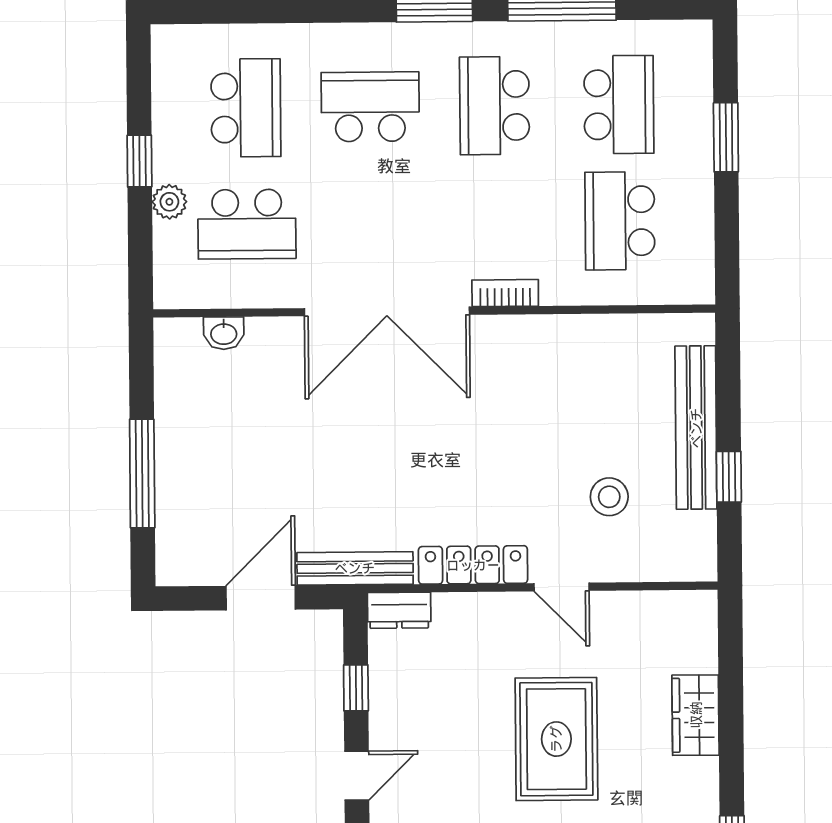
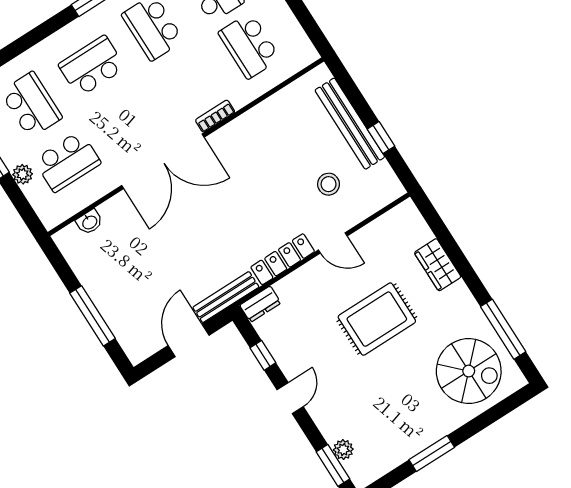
rug: (556, 739) -> (377, 319), turned 90

